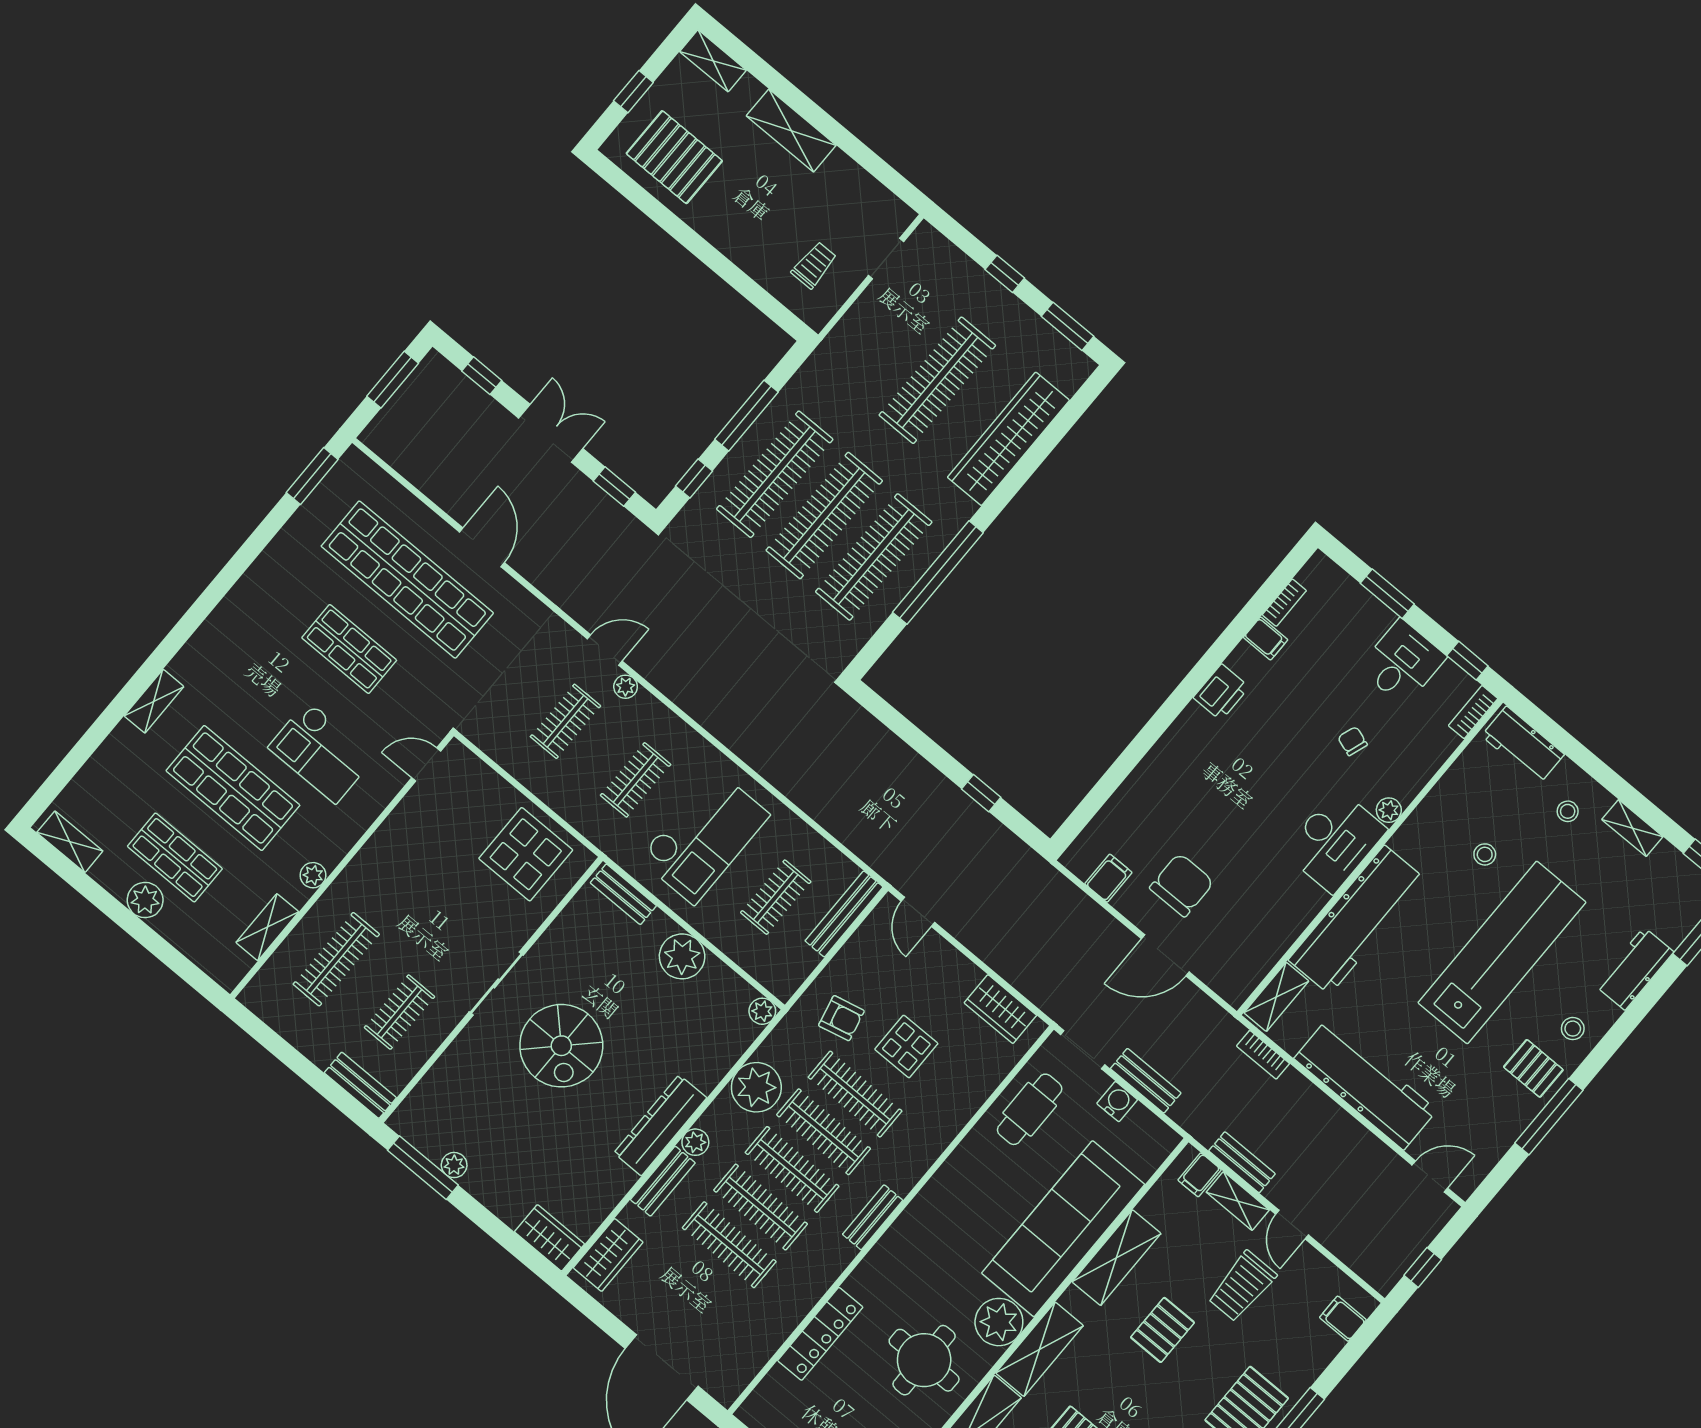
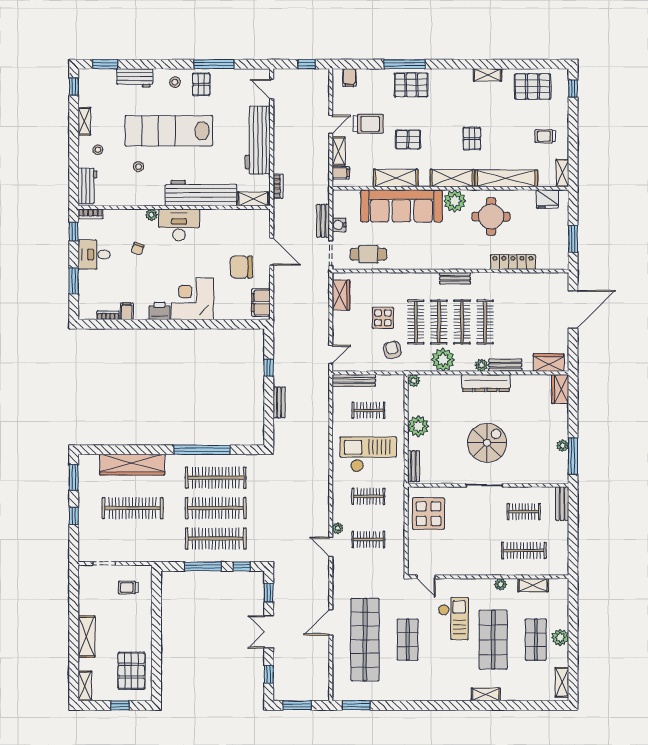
corner desk: (1197, 762) -> (192, 299), added
filing cabinet: (1108, 878) -> (261, 303), width x2.00
bench: (1242, 1162) -> (279, 402), moved
clothes rail: (729, 1245) -> (508, 322), removed

